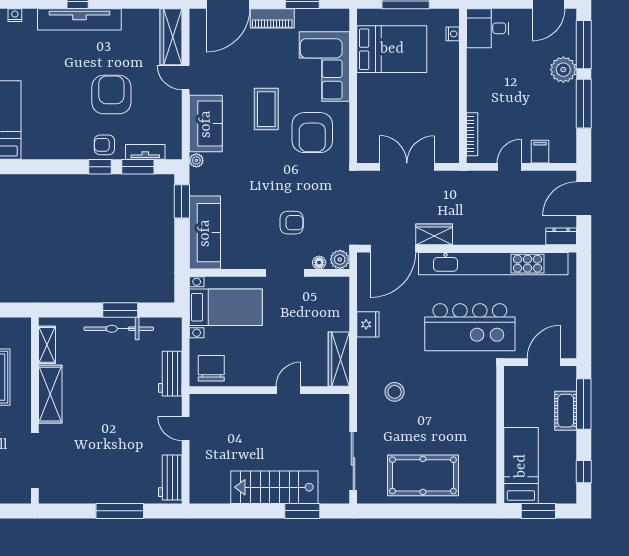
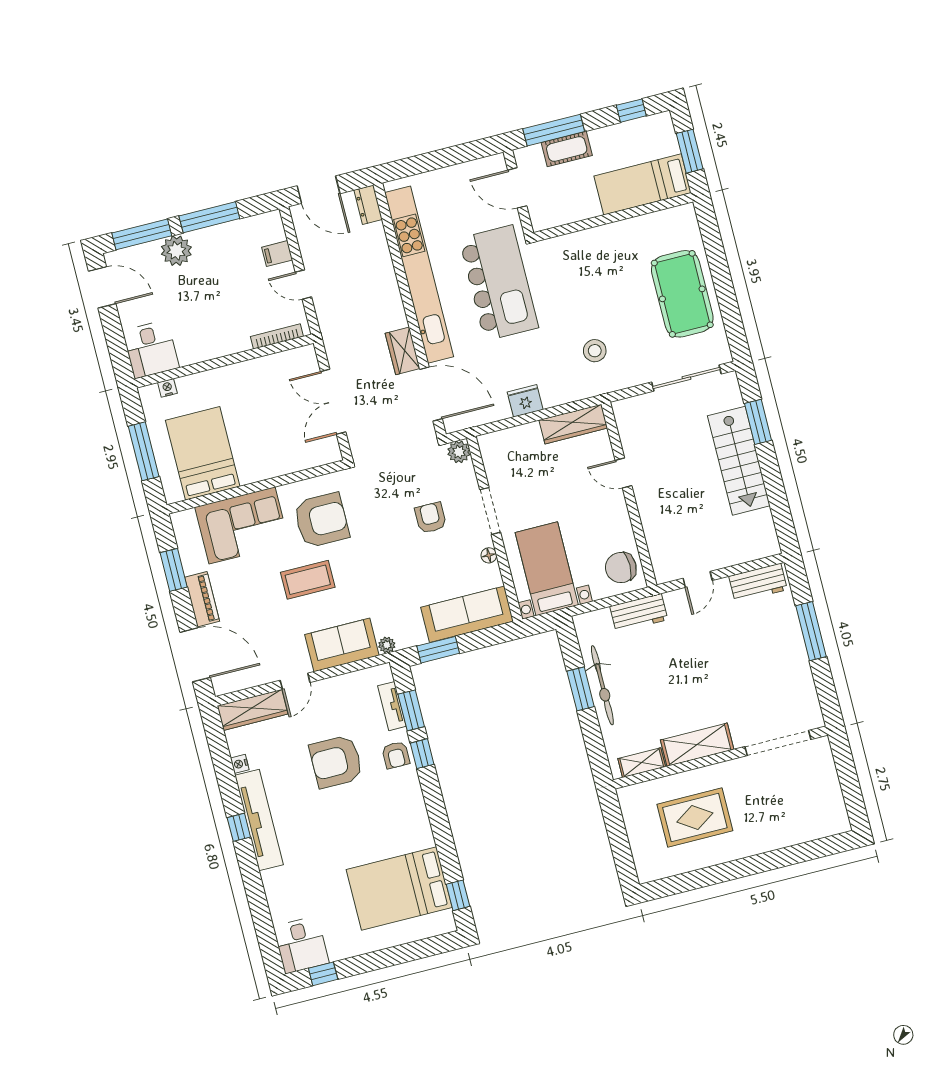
nightstand: (15, 15) -> (240, 764), moved
floor lamp: (319, 263) -> (489, 555), moved

